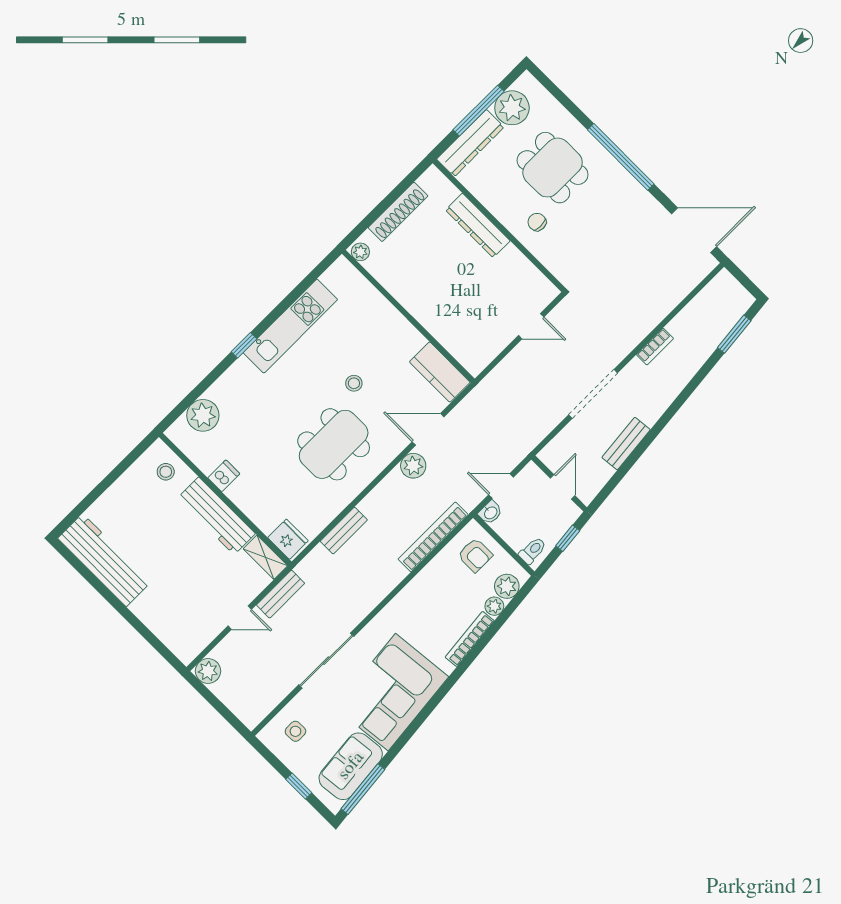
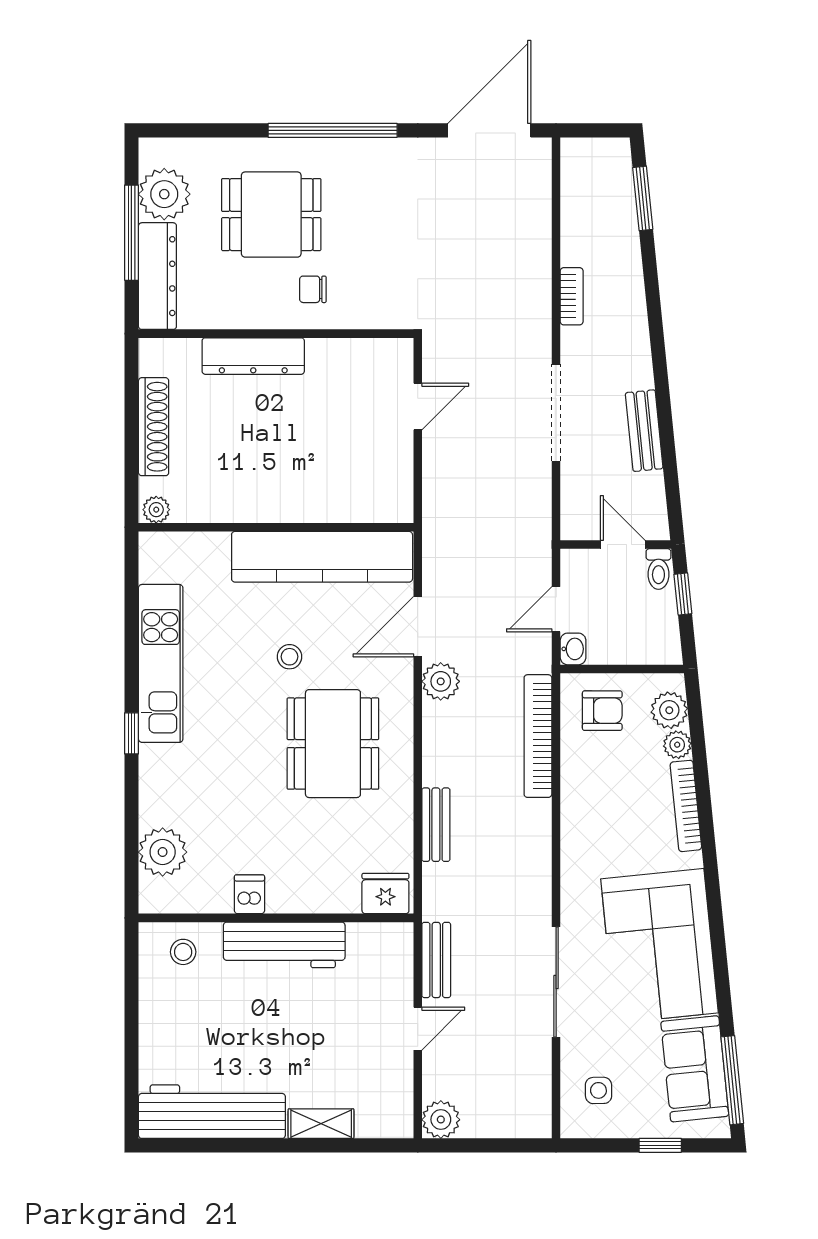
kitchen counter: (440, 372) -> (322, 557), width x2.08, depth x1.17
toilet: (533, 551) -> (658, 569), moved, turned 180
shelving: (265, 557) -> (321, 1124), moved

